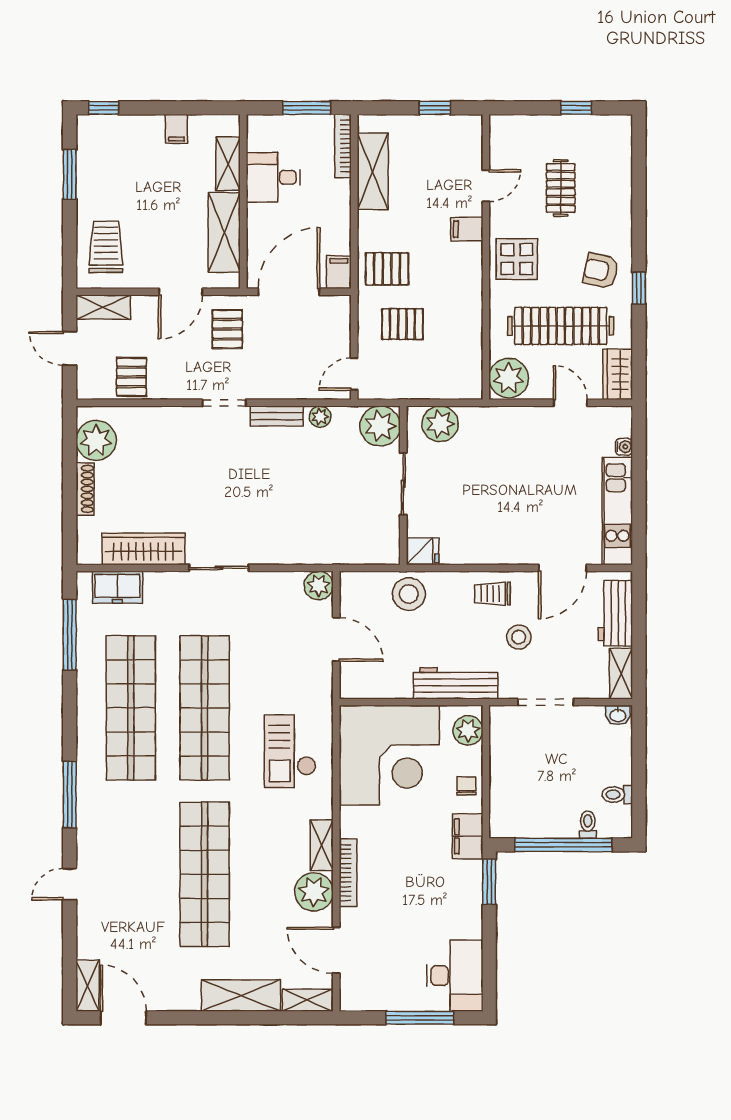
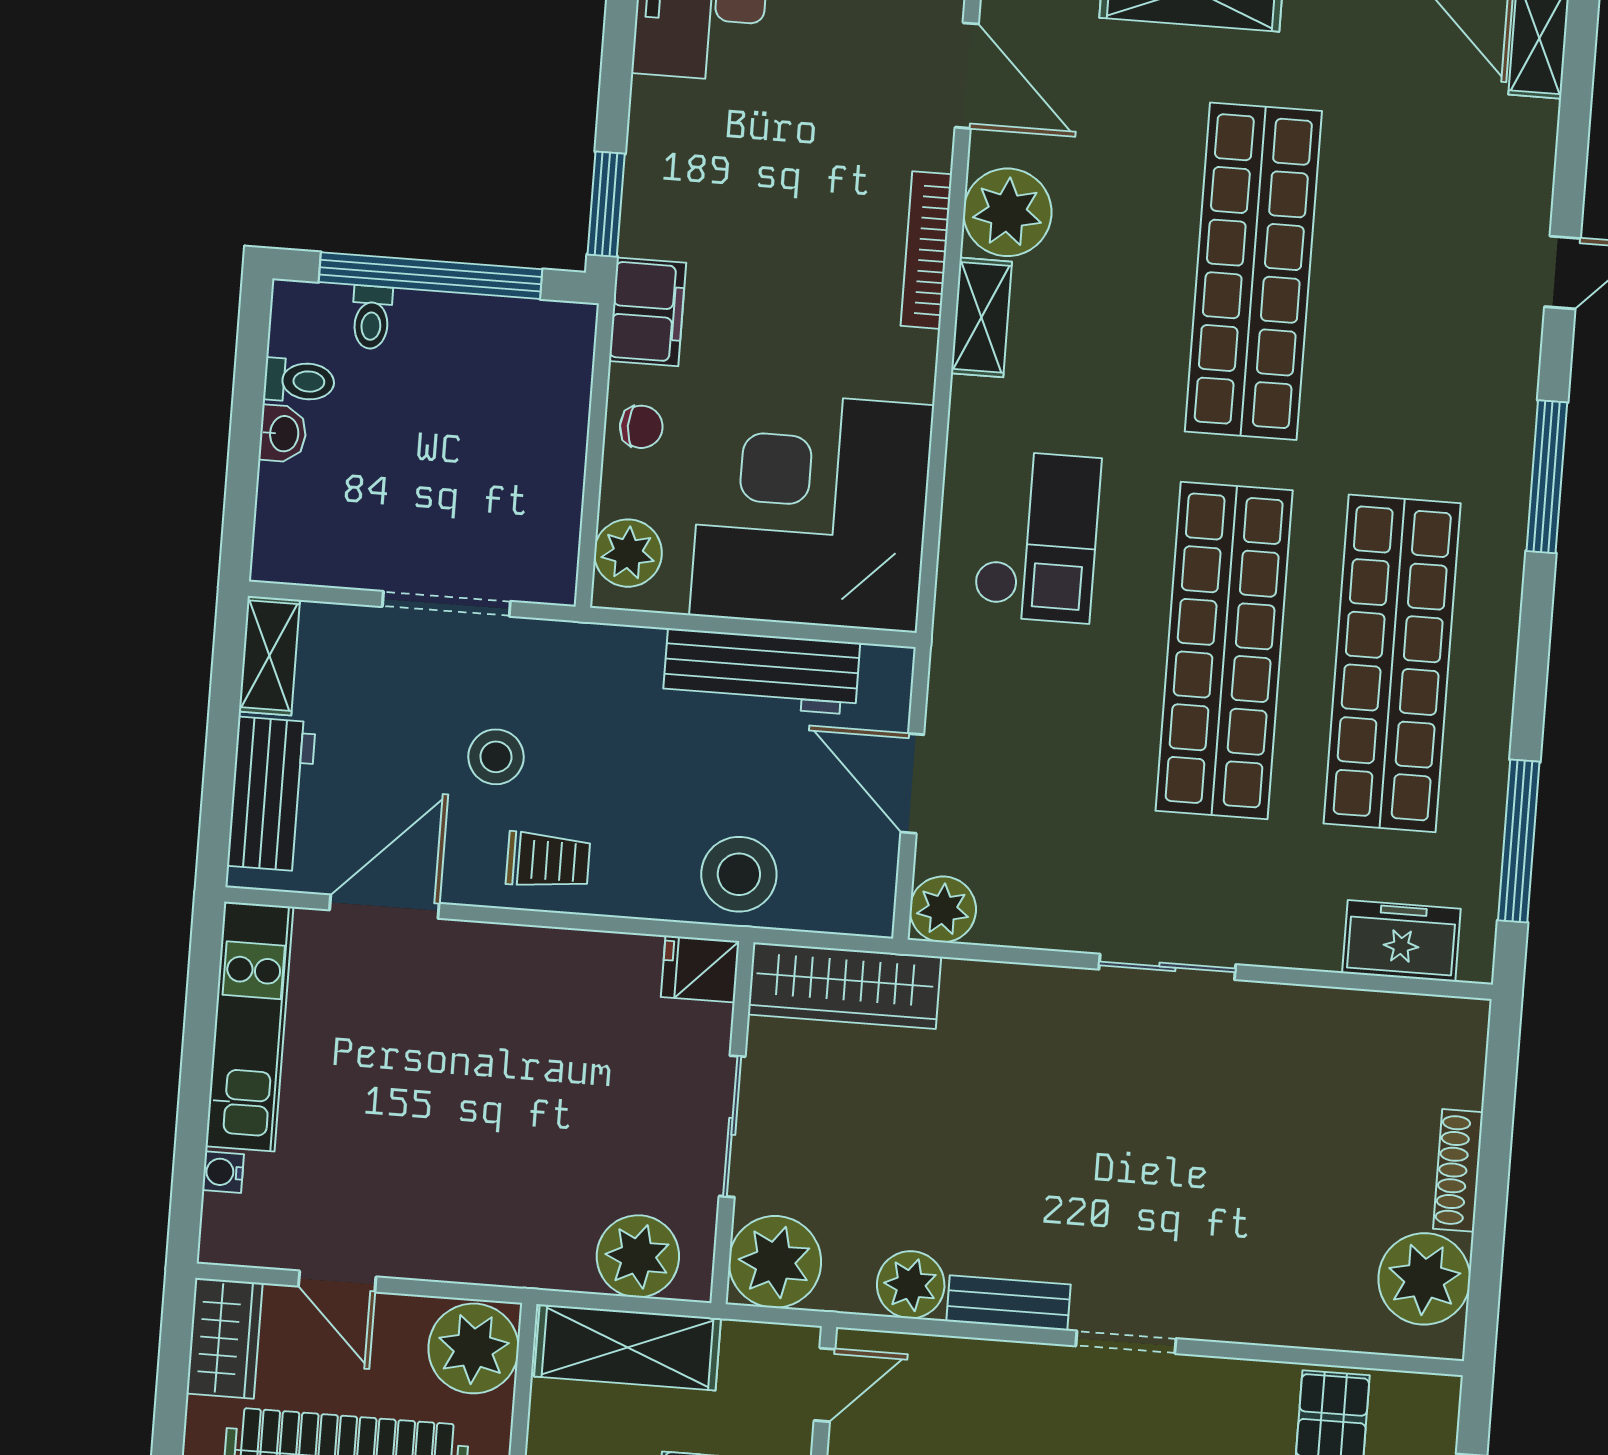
shelving: (441, 384) -> (628, 1347), added
plant: (320, 417) -> (911, 1285), width x1.38, depth x1.38
wardrobe: (144, 549) -> (844, 986), moved
workbench: (456, 683) -> (761, 672), moved
washbasin: (618, 715) -> (283, 434), moved, turned 90
chair: (466, 786) -> (641, 427), turned -90

